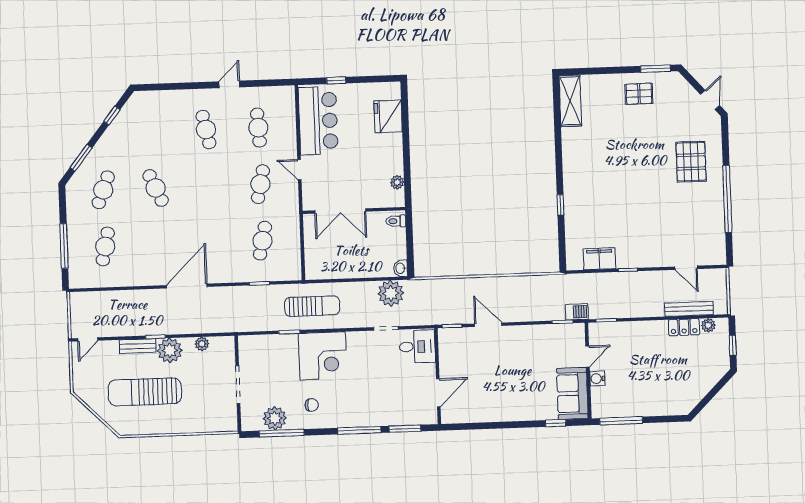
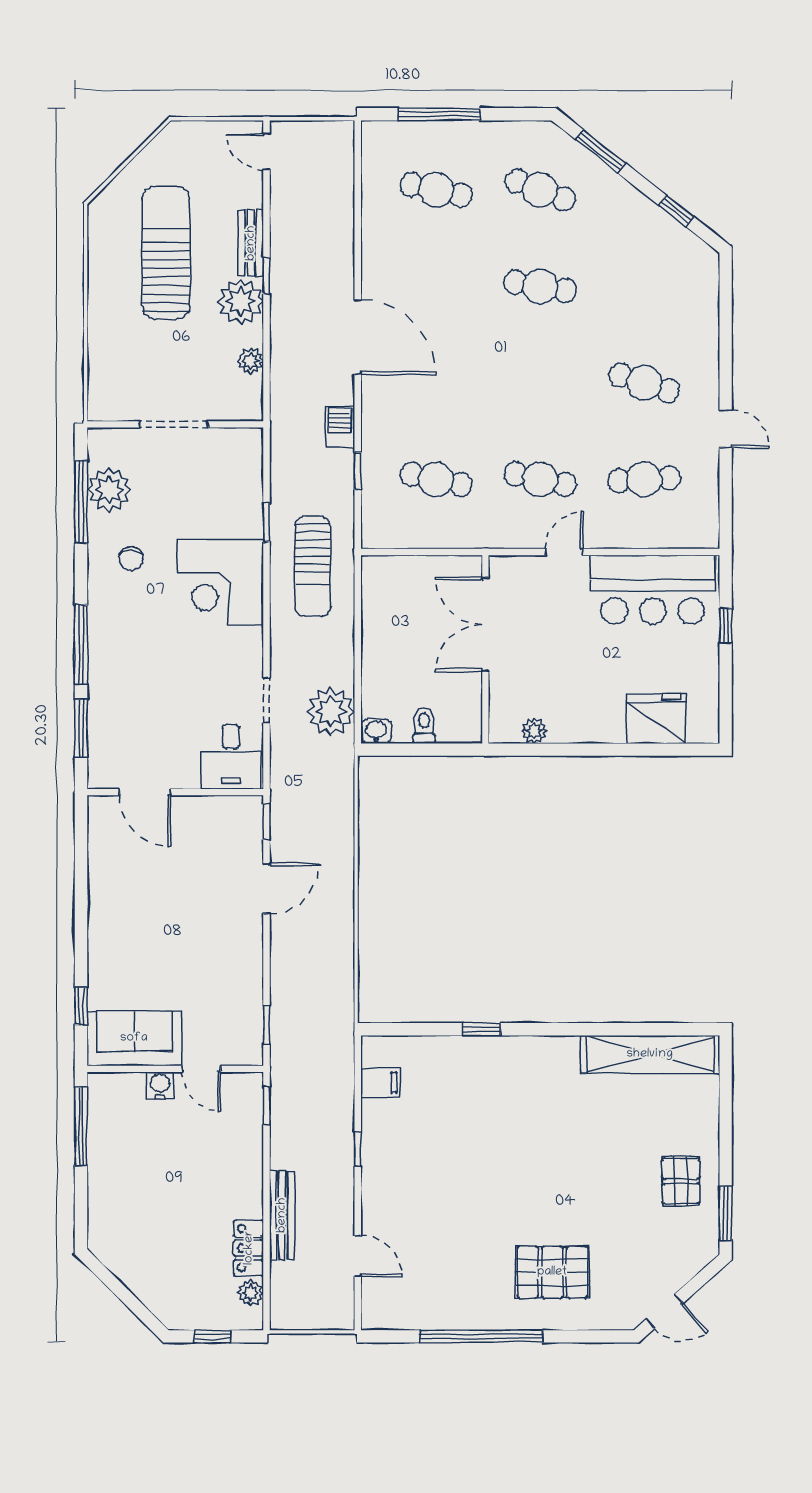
shelving: (570, 101) -> (650, 1054), width x1.47
cafe table: (206, 130) -> (644, 383), turned 30
cafe table: (156, 188) -> (540, 286), turned 33
toilet: (396, 221) -> (424, 725), moved
filing cabinet: (599, 259) -> (380, 1083), width x0.50
door: (686, 268) -> (358, 1256), swing flipped
bench: (689, 309) -> (282, 1215), moved
barbecue: (577, 312) -> (340, 427), moved, turned 180

